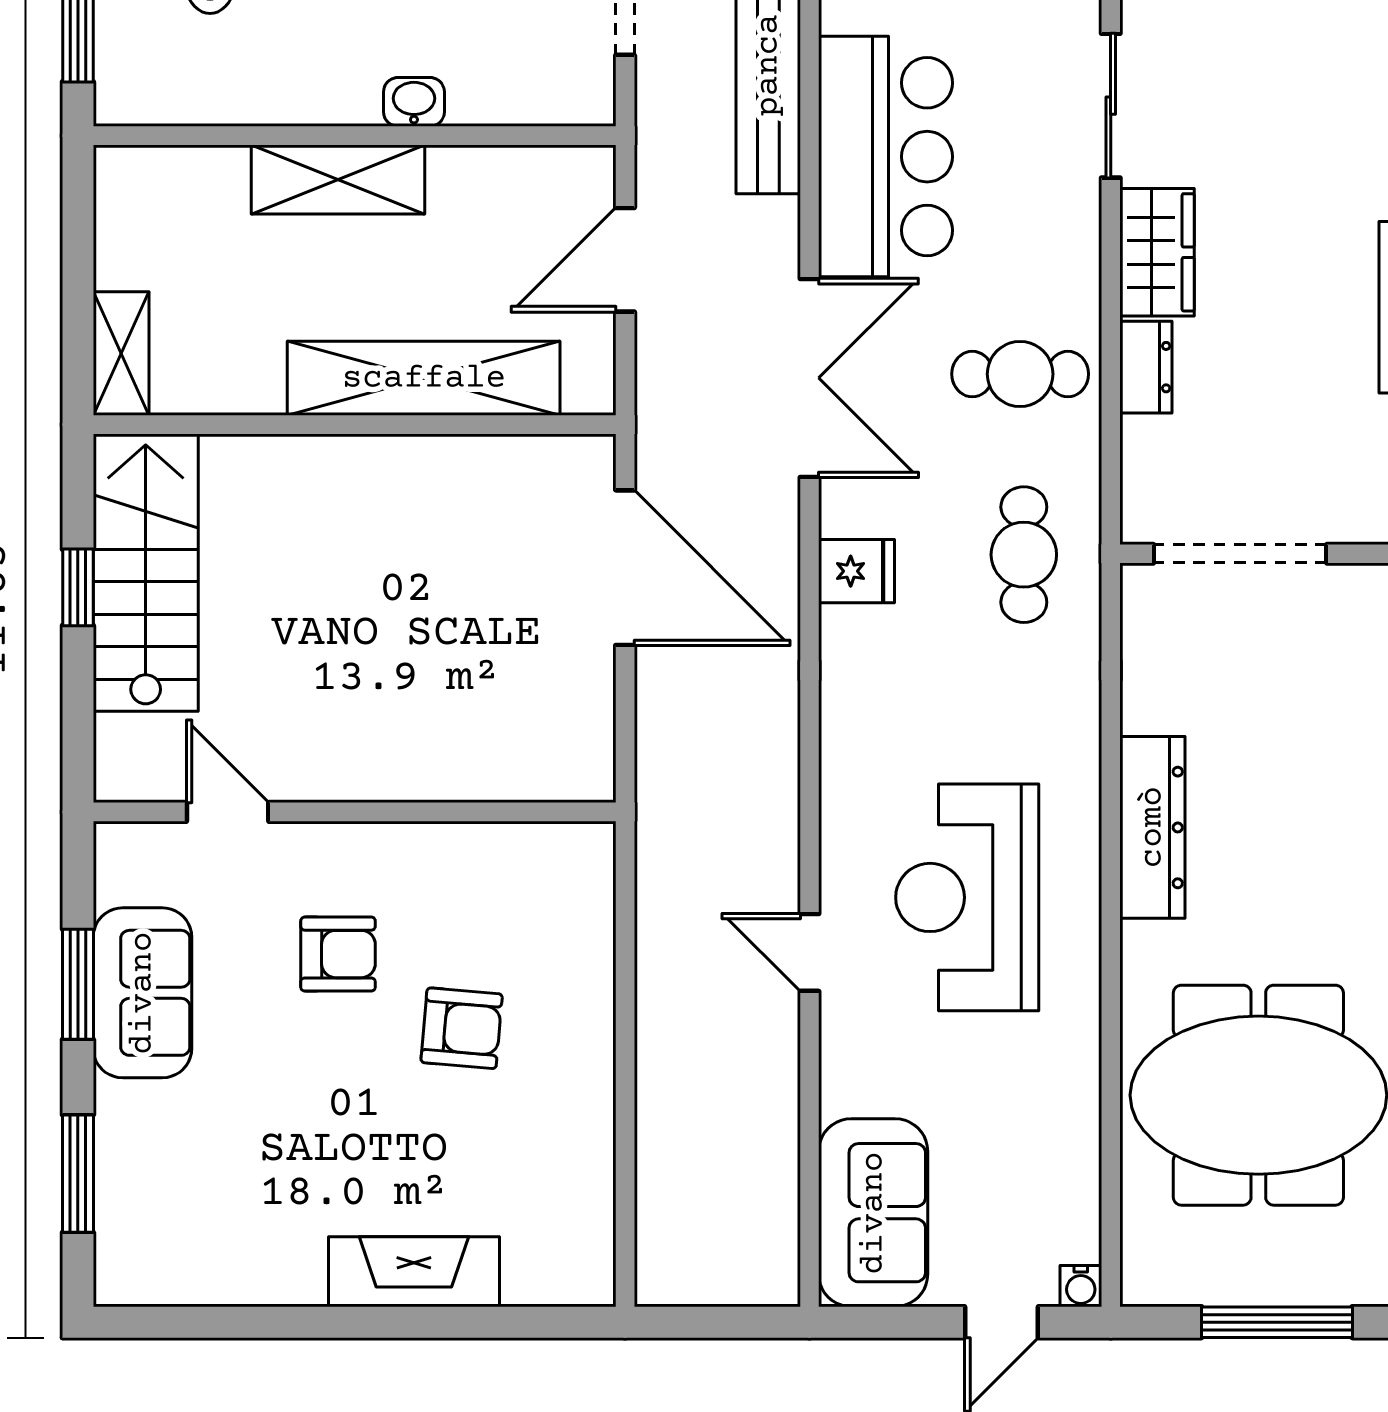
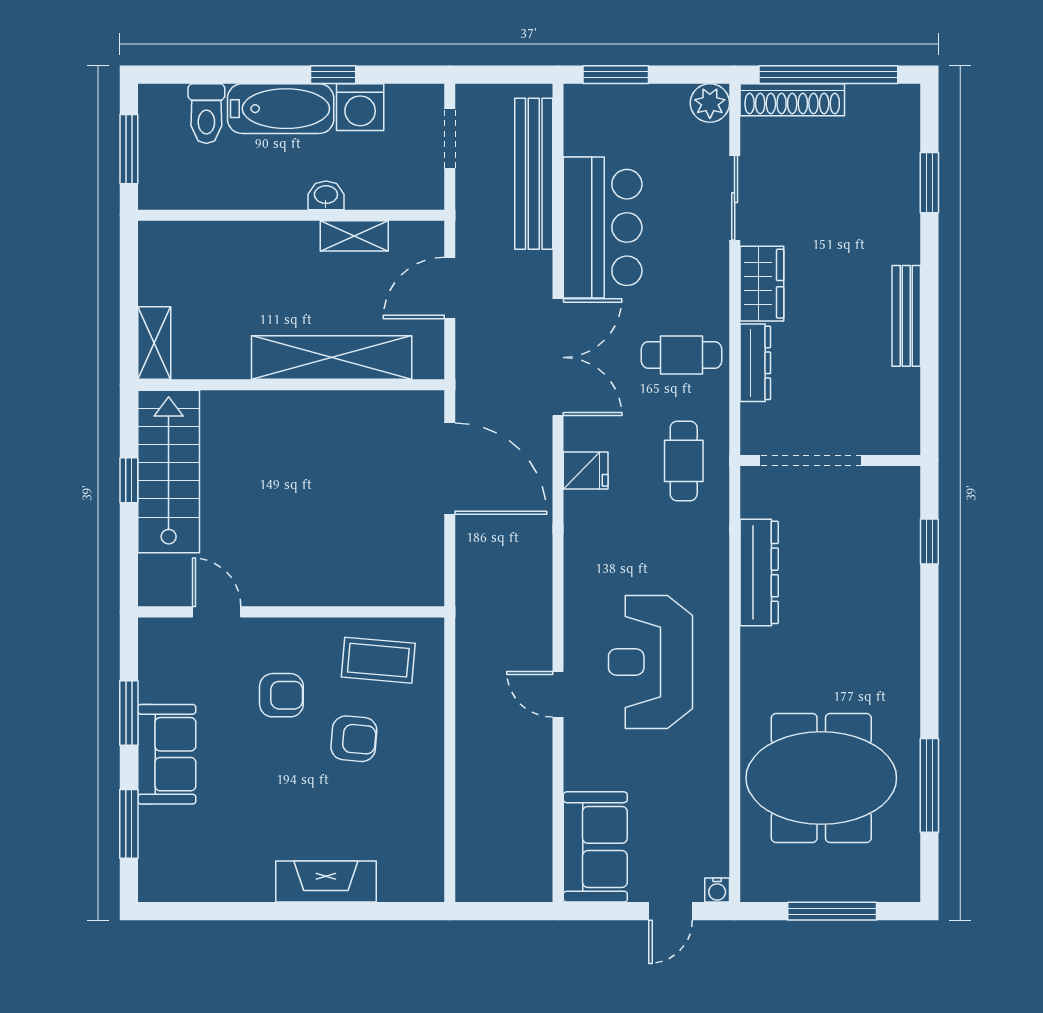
shelving: (338, 180) -> (354, 236), moved, width x0.67, depth x0.75
dresser: (1146, 367) -> (755, 363), width x1.44
dresser: (1152, 827) -> (759, 572), moved
coffee table: (503, 894) -> (378, 660), added
sofa: (142, 993) -> (167, 754), moved

